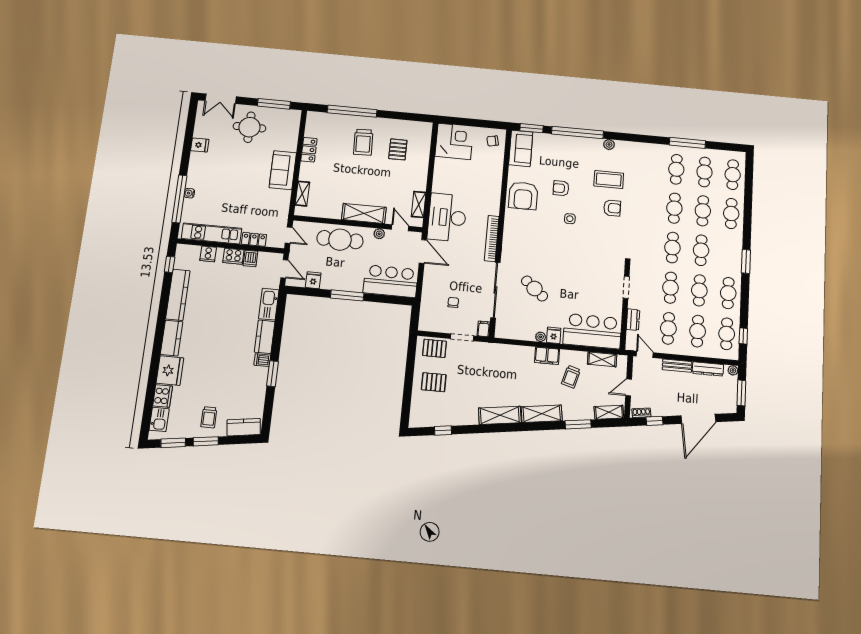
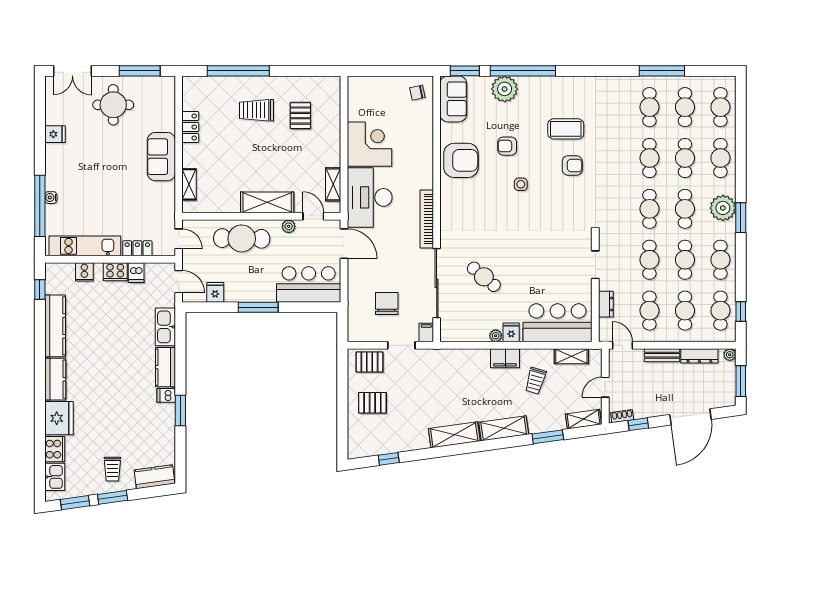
corner desk: (454, 141) -> (370, 144), moved
trolley: (363, 142) -> (256, 110), turned 92
plant: (609, 145) -> (505, 89), moved, width x1.88, depth x1.88
armchair: (523, 196) -> (461, 160), turned -90
plant: (732, 252) -> (723, 208), added
chair: (453, 302) -> (387, 304), width x1.87, depth x1.87

